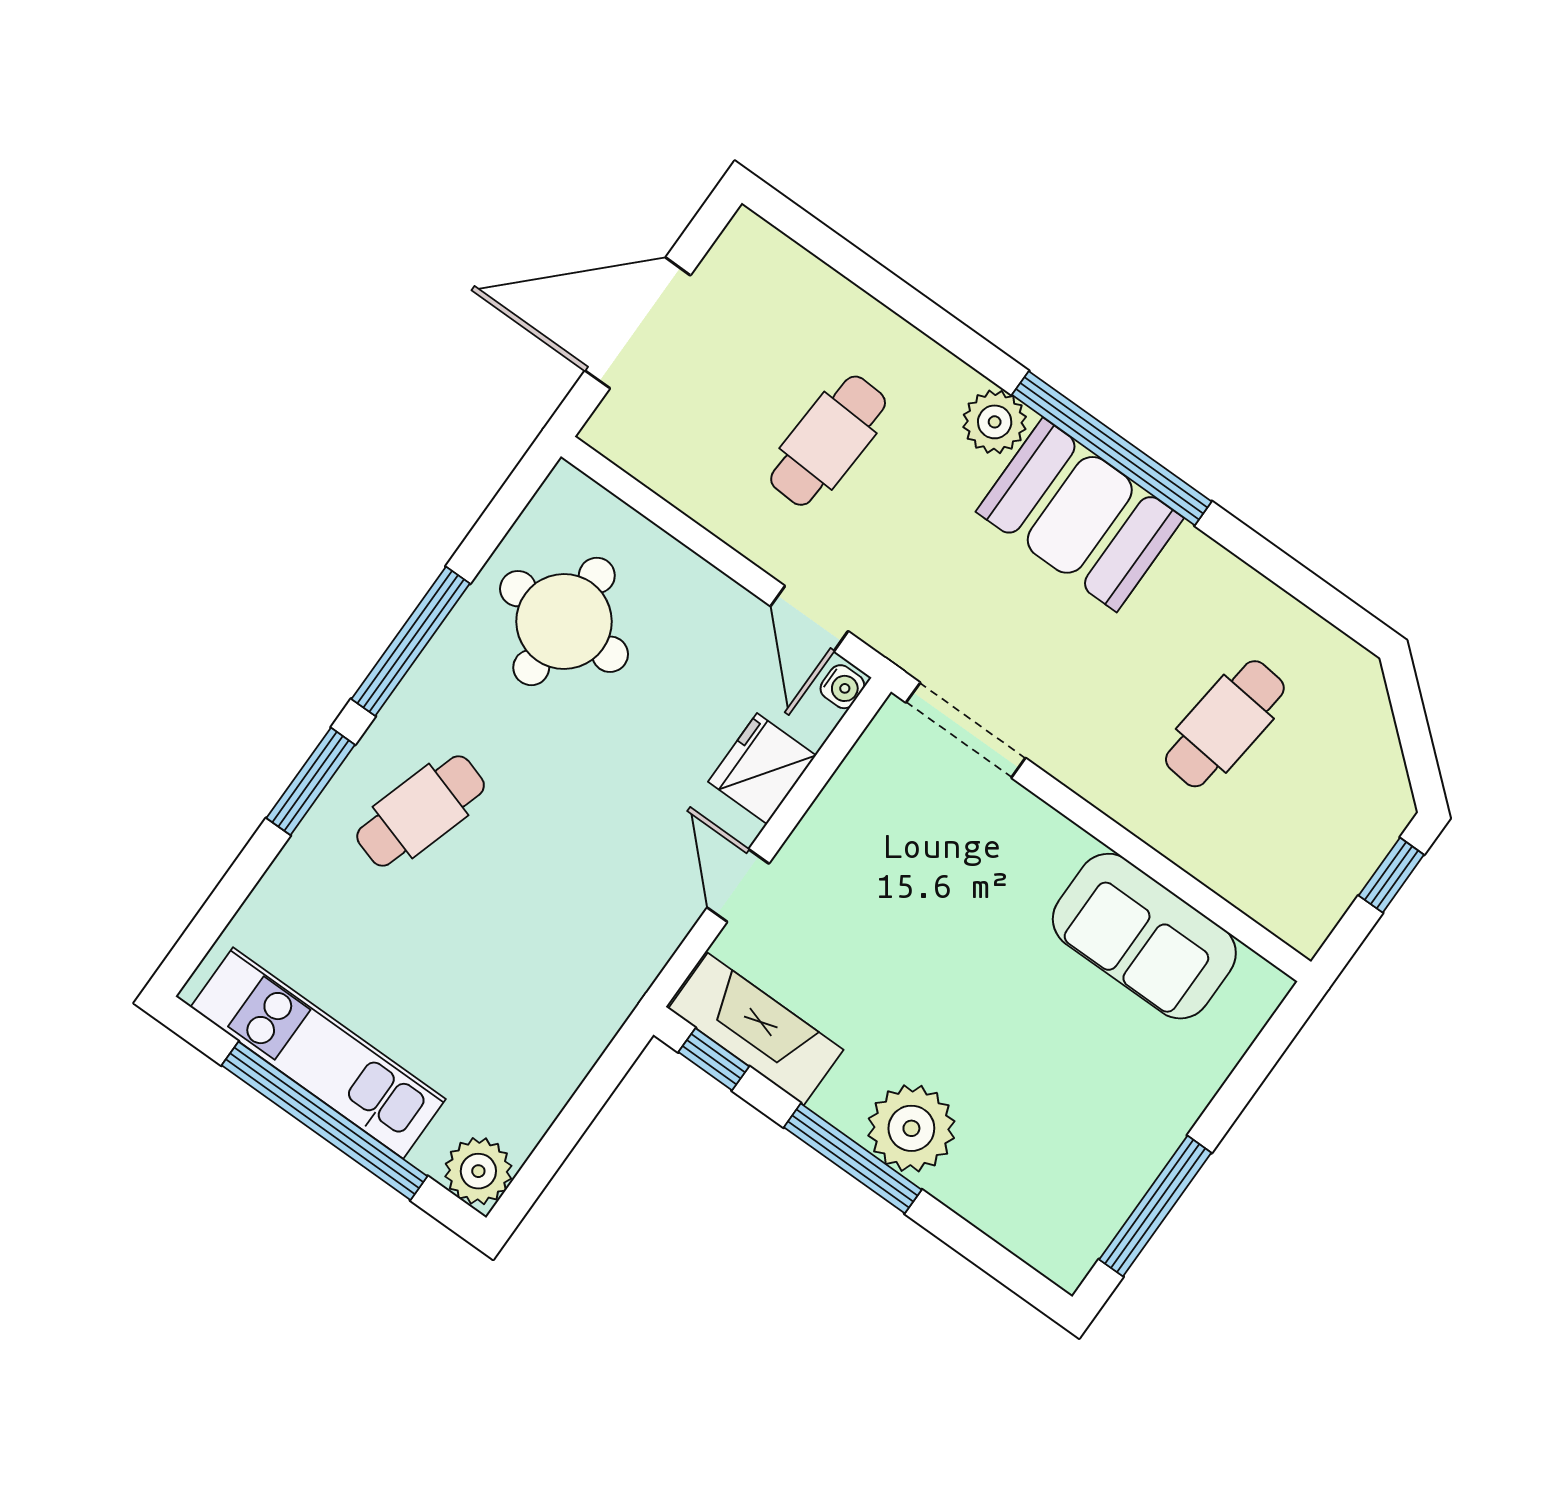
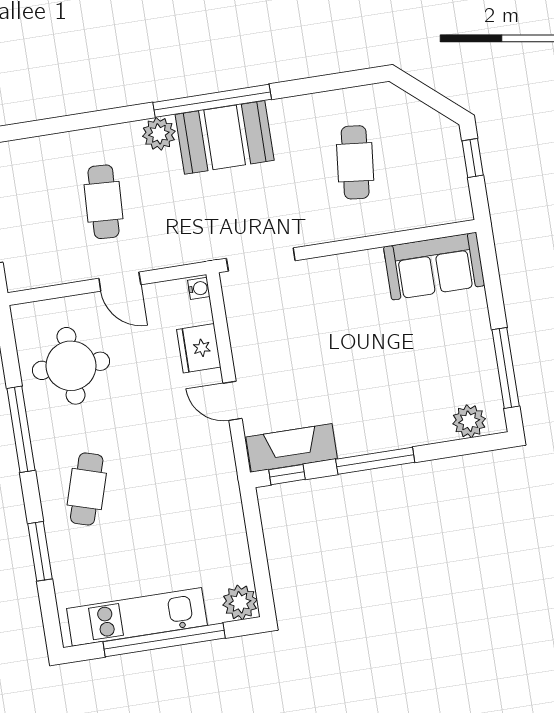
door: (809, 619) -> (120, 282), moved
window: (311, 781) -> (40, 551), moved
sofa: (1144, 936) -> (434, 266), moved
plant: (911, 1128) -> (469, 421), moved, width x0.73, depth x0.73

